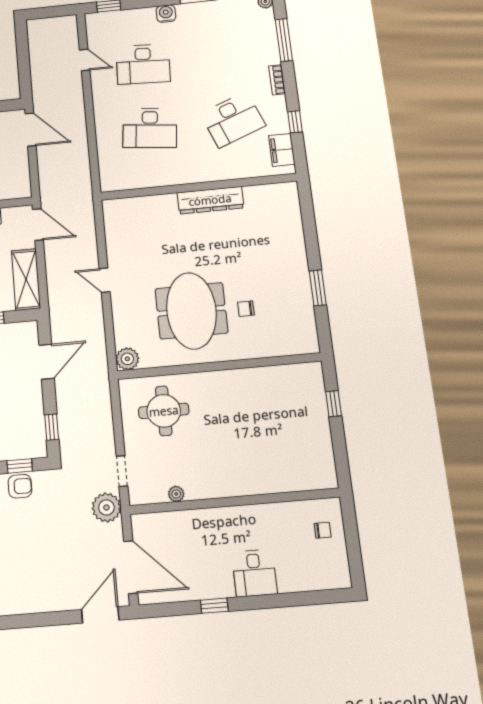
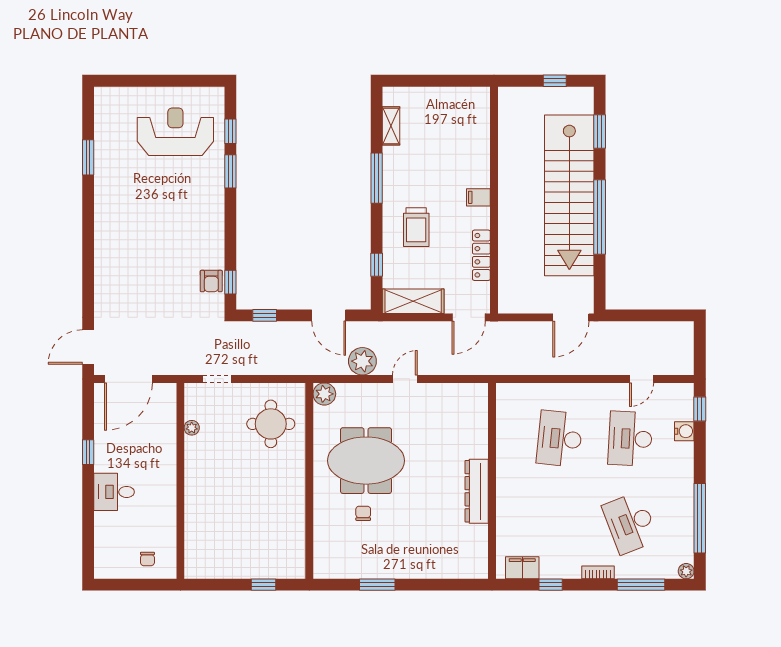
water cooler: (166, 14) -> (684, 431), moved
desk: (233, 120) -> (630, 523), moved
plant: (106, 508) -> (362, 361), moved
door: (100, 615) -> (88, 347), swing flipped

